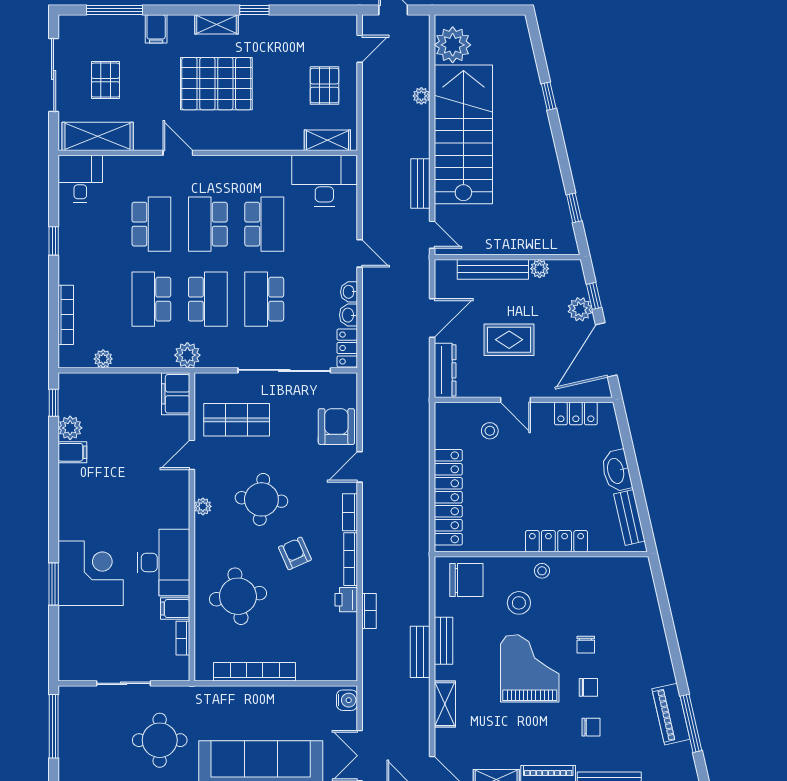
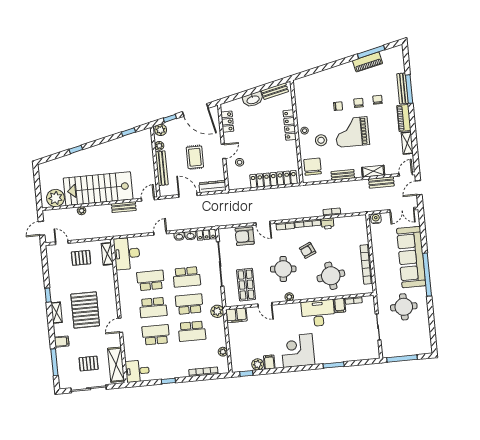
plant: (580, 309) -> (161, 130), moved
corner desk: (91, 573) -> (298, 351), moved
bench: (420, 652) -> (381, 182), moved

